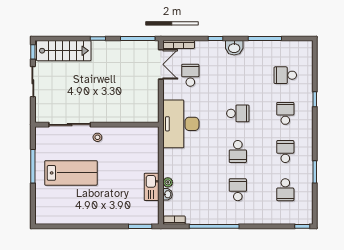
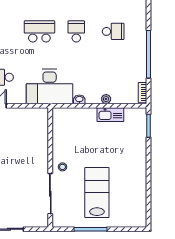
school desk: (238, 113) -> (39, 31), width x1.85
school desk: (238, 152) -> (76, 31), turned -90
school desk: (238, 190) -> (113, 31), turned 180
washbasin: (167, 194) -> (79, 99), moved

